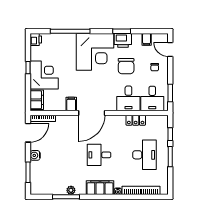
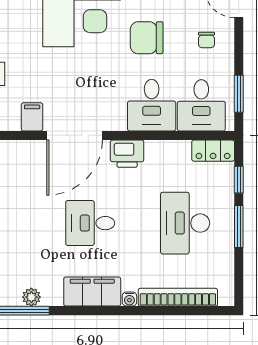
chair: (126, 66) -> (147, 38), turned 90
locker: (136, 120) -> (213, 151), moved
printer: (117, 122) -> (127, 154), added
desk: (144, 155) -> (185, 223), turned 180

